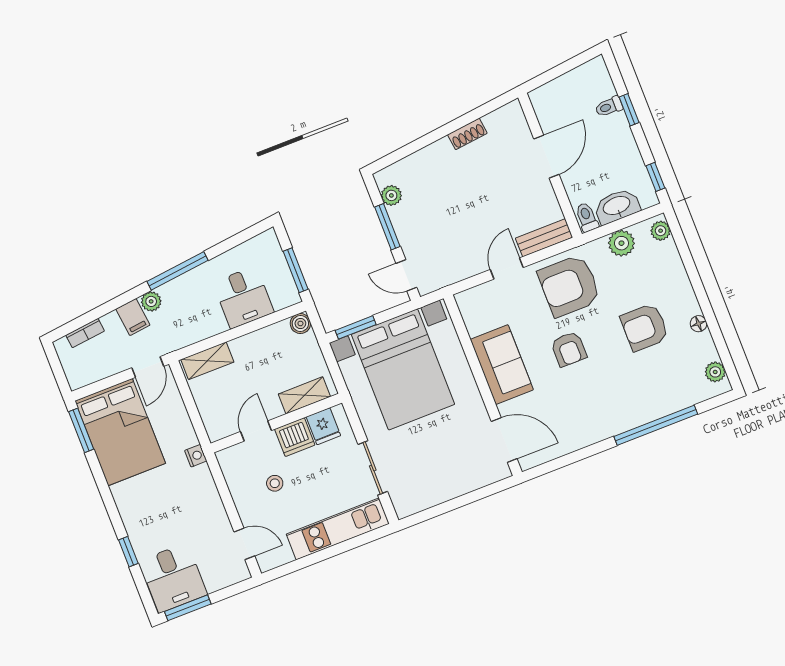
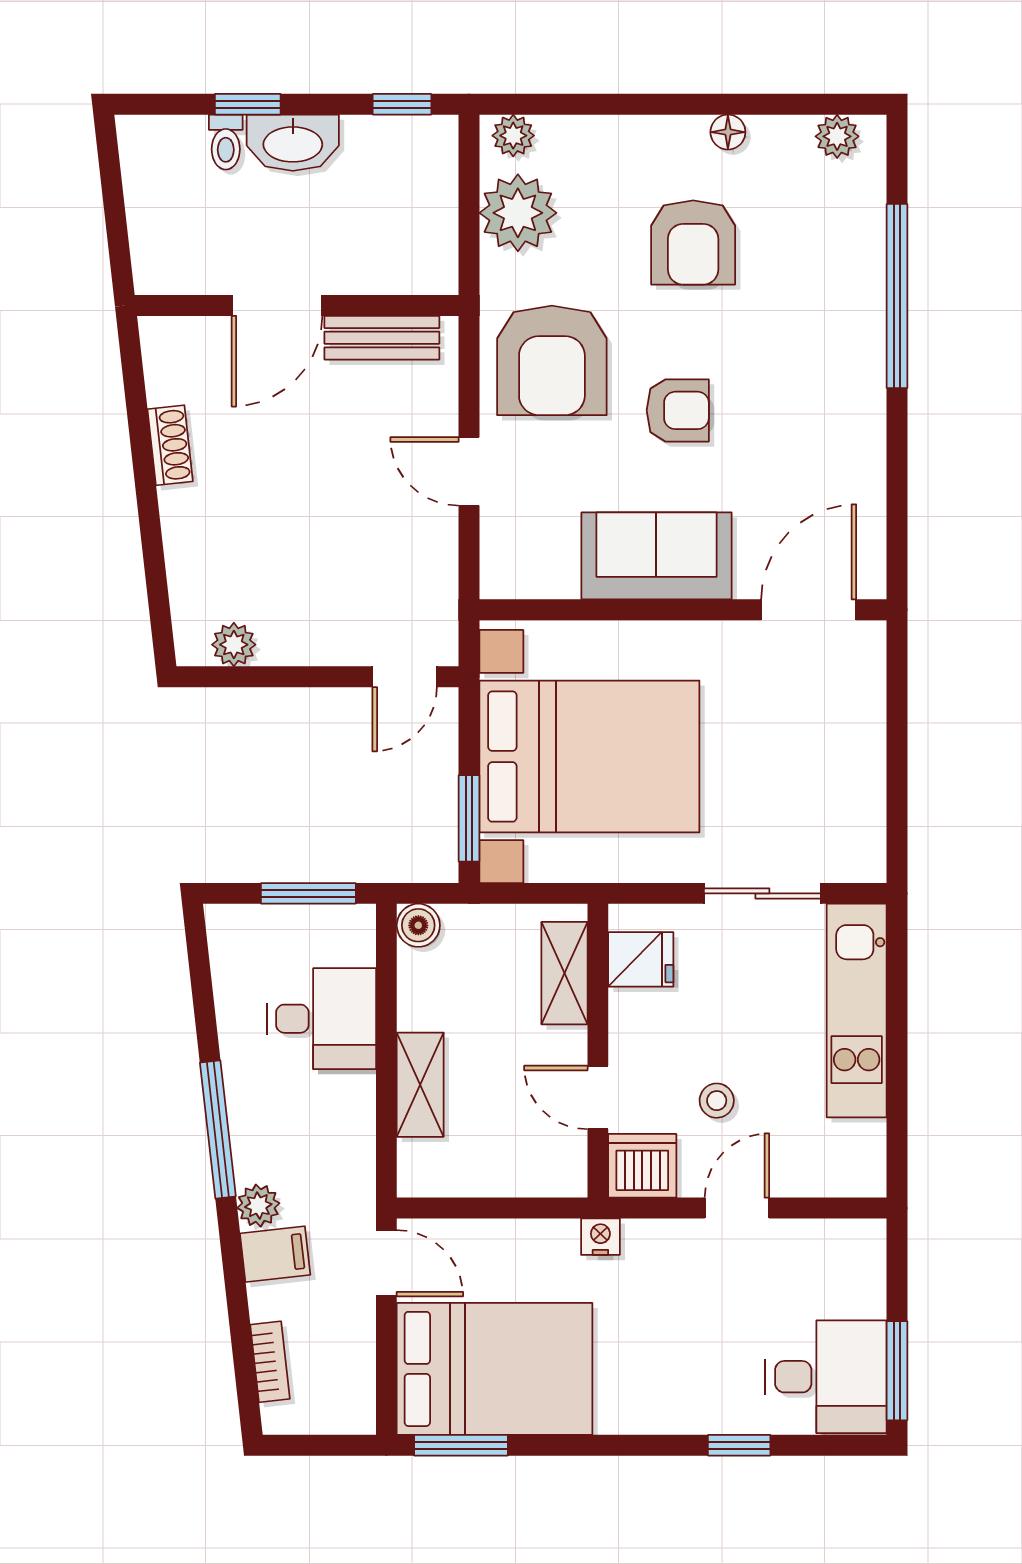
door: (546, 157) -> (277, 305), swing flipped
washbasin: (617, 206) -> (293, 143), moved, turned -90
toilet: (587, 217) -> (429, 272), removed
window: (387, 227) -> (293, 677), removed
bench: (544, 238) -> (382, 338), moved, turned 90
plant: (621, 243) -> (518, 213), width x1.36, depth x1.36
shelving: (207, 361) -> (420, 1085), moved
dishwasher: (295, 437) -> (642, 1166), moved, turned -90
door: (244, 544) -> (737, 1208), moved

